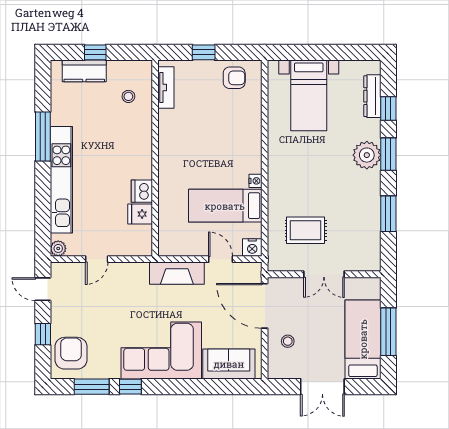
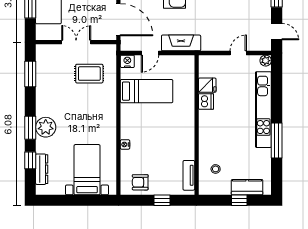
nightstand: (255, 181) -> (125, 144), moved
window: (388, 214) -> (30, 74), moved
door: (221, 259) -> (150, 53), hinge flipped

